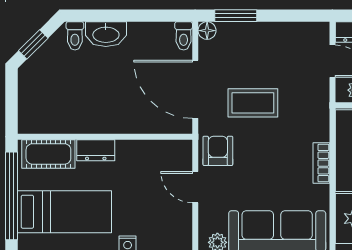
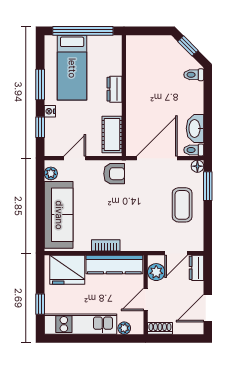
washbasin: (106, 34) -> (195, 128), moved
coffee table: (253, 103) -> (182, 205), moved
cot: (48, 154) -> (112, 135), moved
door: (195, 187) -> (75, 158), moved

